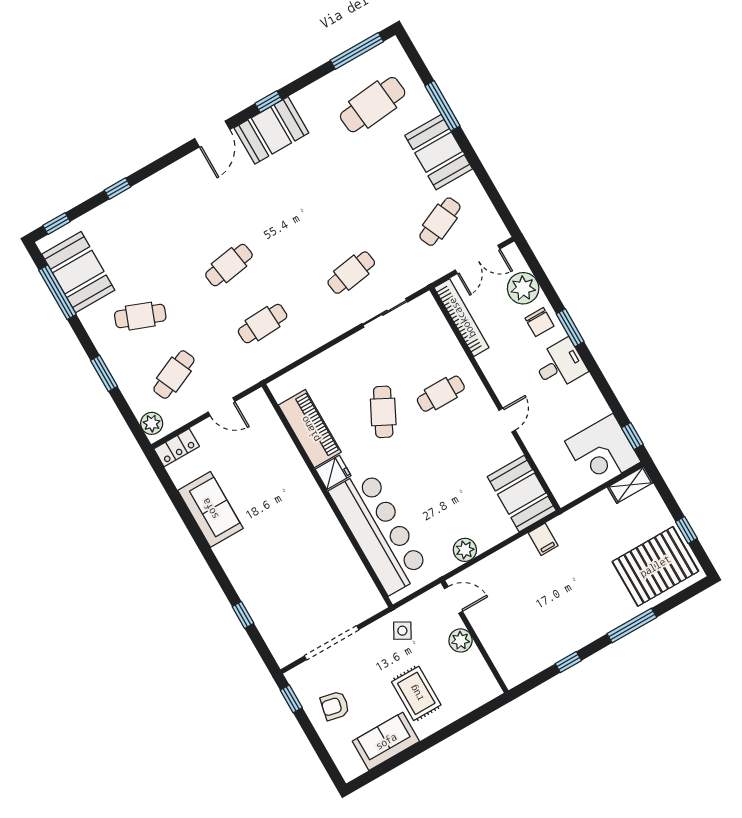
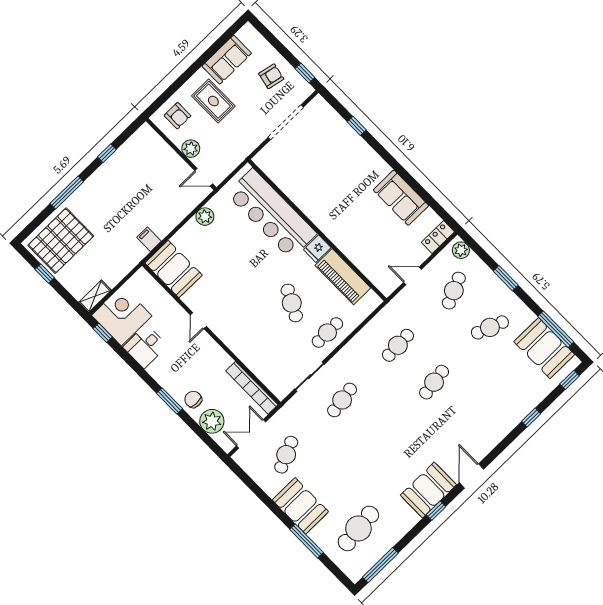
desk: (560, 365) -> (145, 346), moved
cafe table: (441, 394) -> (327, 333), moved
side table: (402, 631) -> (236, 145), removed
armchair: (467, 687) -> (177, 116), added

